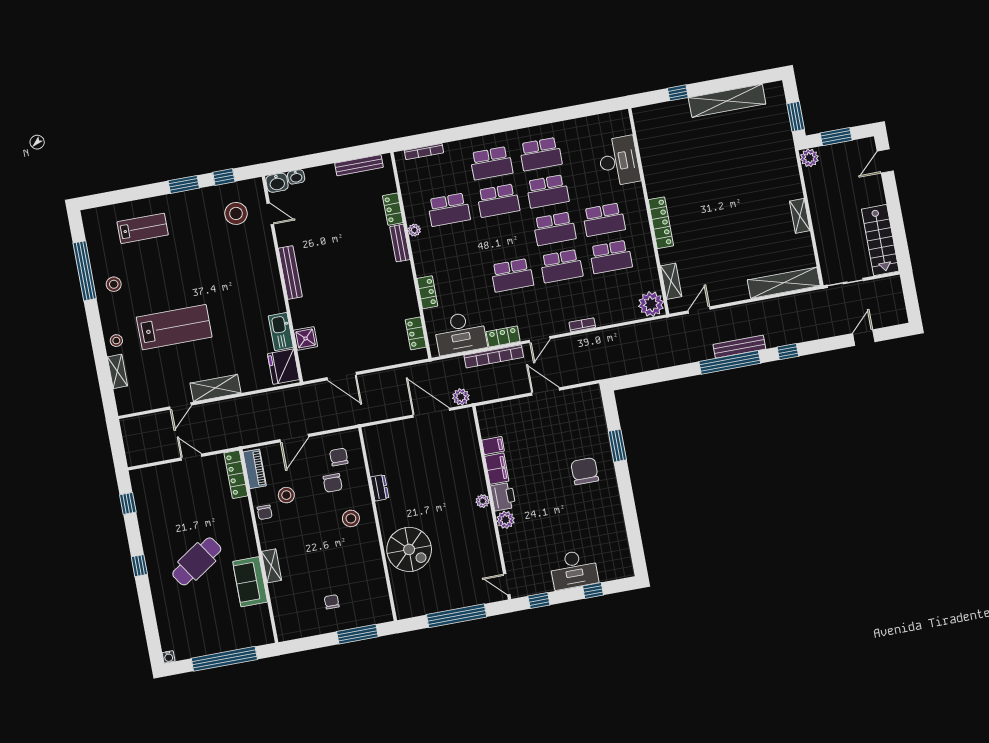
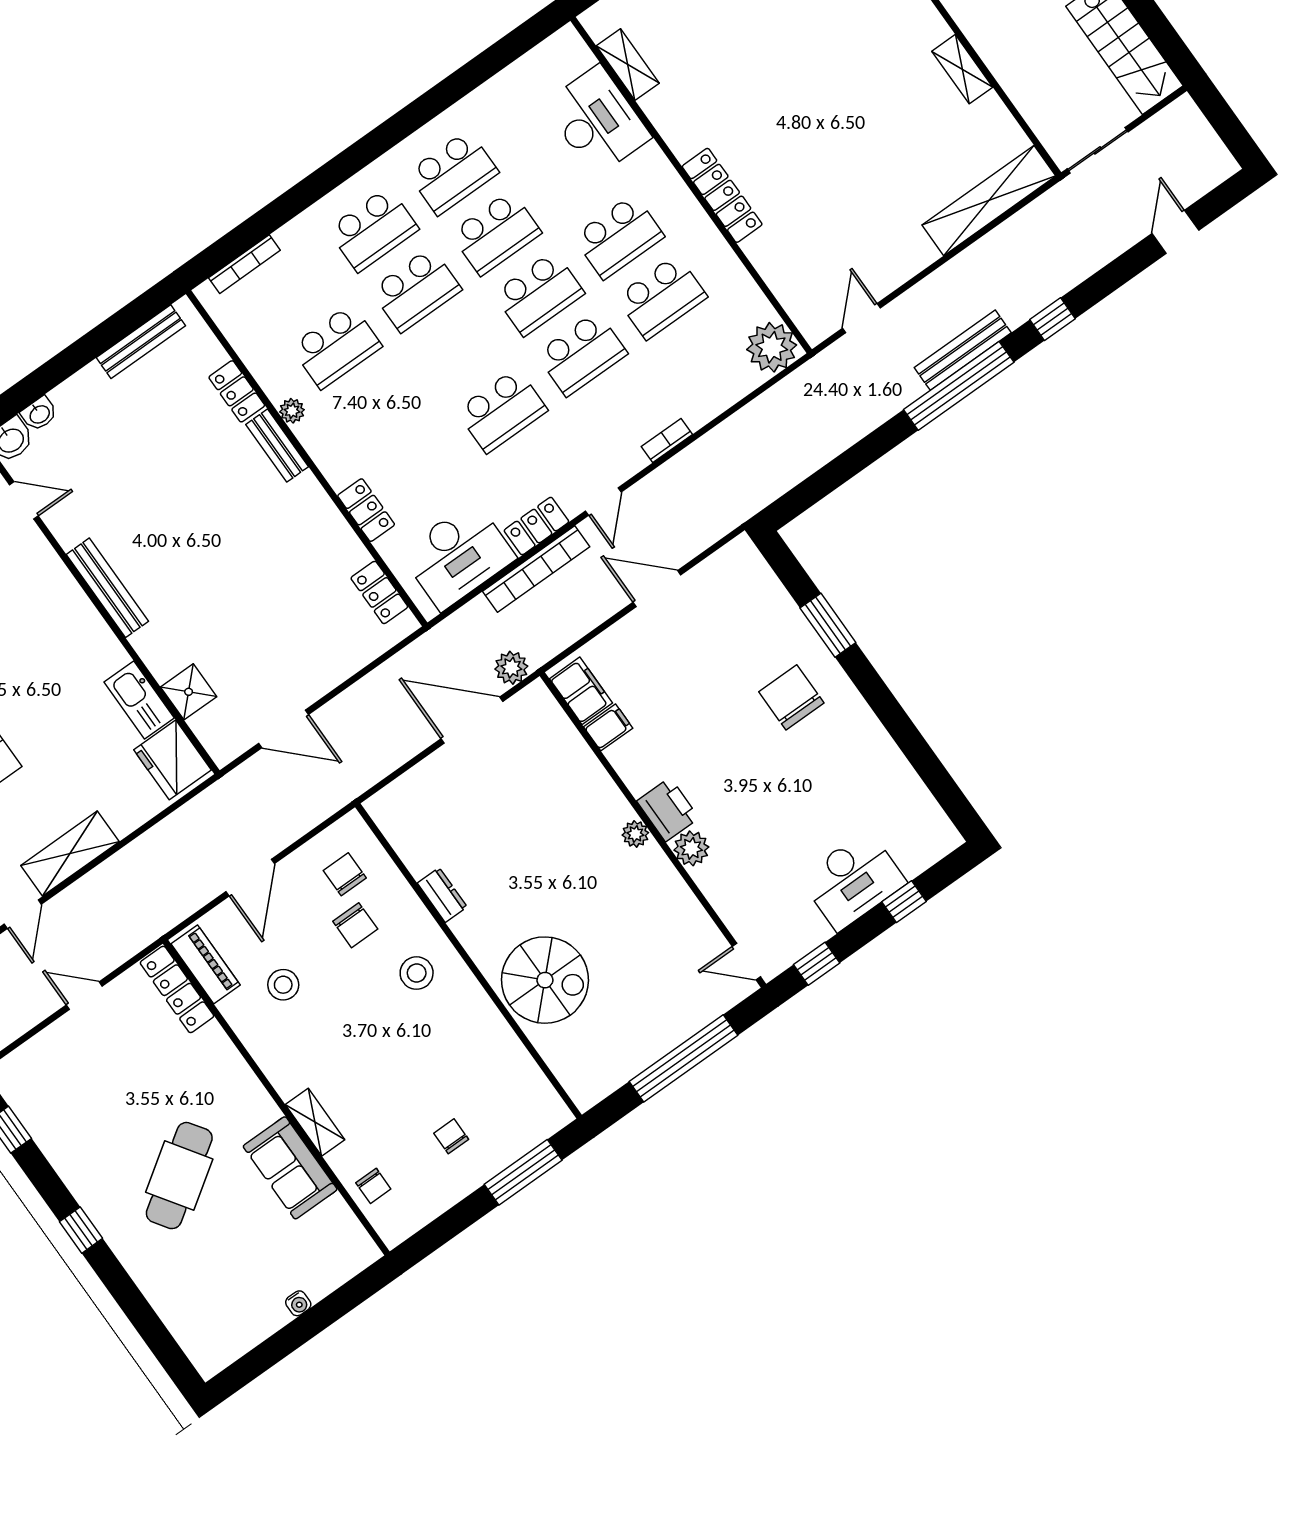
shelving: (671, 281) -> (628, 64), moved
filing cabinet: (497, 469) -> (581, 691), moved
chair: (265, 512) -> (373, 1186), moved
water cooler: (169, 657) -> (298, 1303), moved
window: (224, 659) -> (308, 1325), removed

